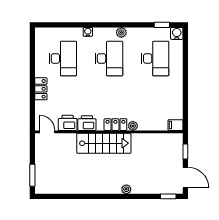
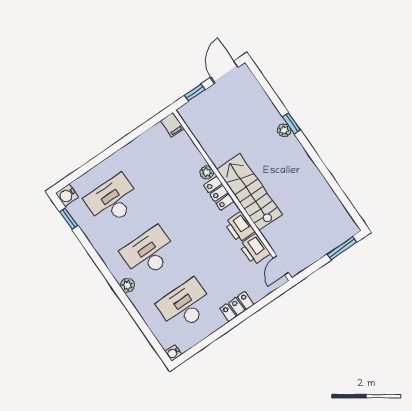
water cooler: (88, 32) -> (173, 353), moved
plant: (121, 32) -> (127, 285), moved
window: (168, 196) -> (291, 123), moved

